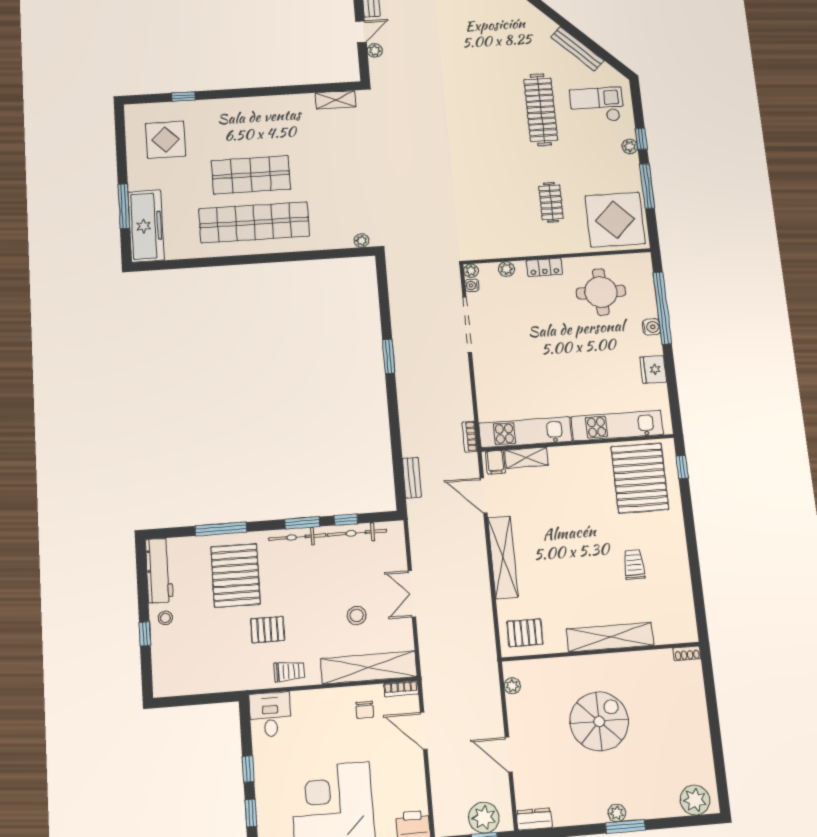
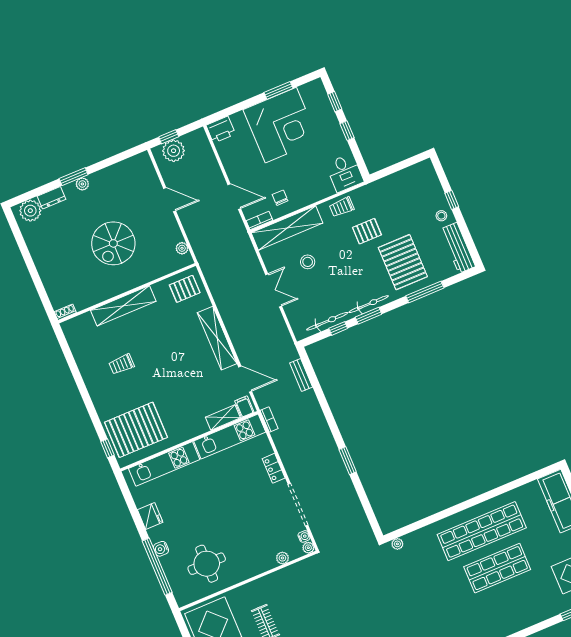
locker: (544, 267) -> (274, 468), moved, turned -90
pallet: (640, 478) -> (136, 430), turned 90
trolley: (634, 565) -> (122, 364), turned 90
dresser: (534, 819) -> (51, 198), moved

